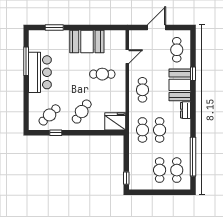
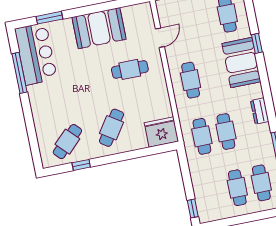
bar counter: (40, 72) -> (36, 54), moved
dresser: (186, 110) -> (260, 111), moved

